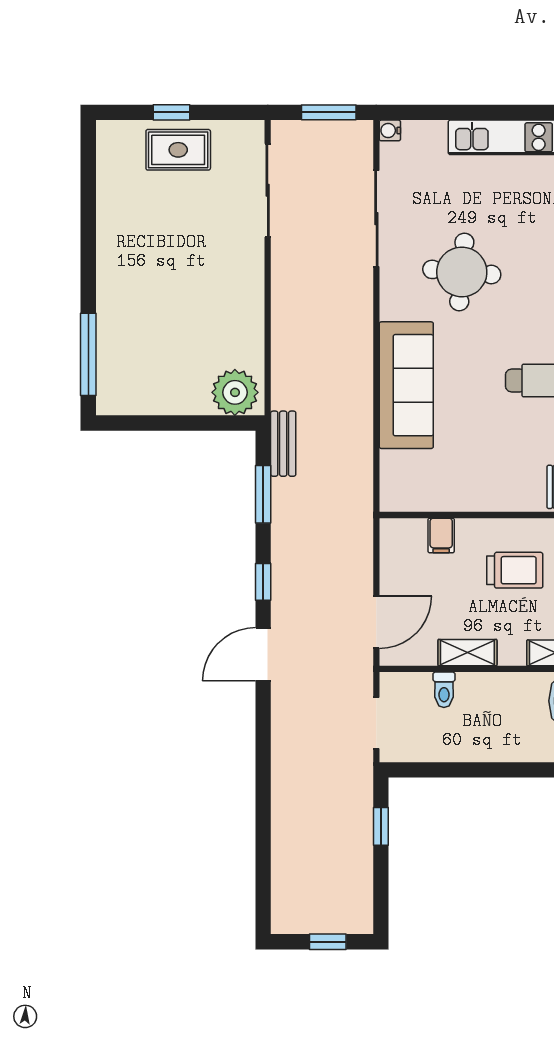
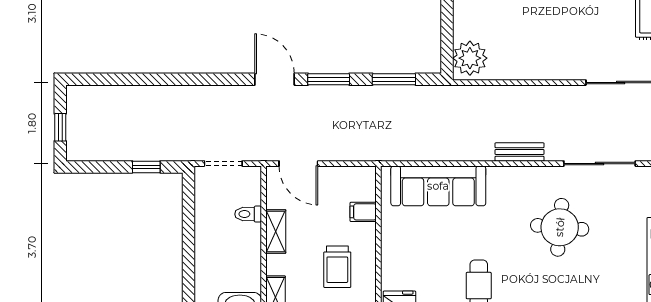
sofa: (406, 385) -> (438, 186), moved
bench: (283, 444) -> (519, 152), moved
window: (263, 582) -> (329, 79), width x1.50

